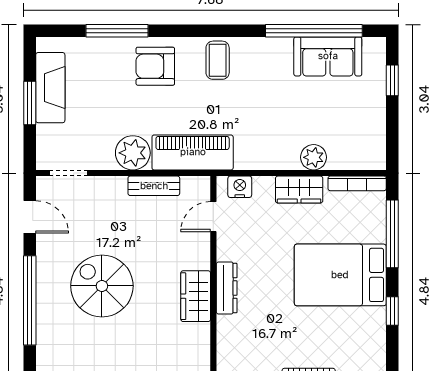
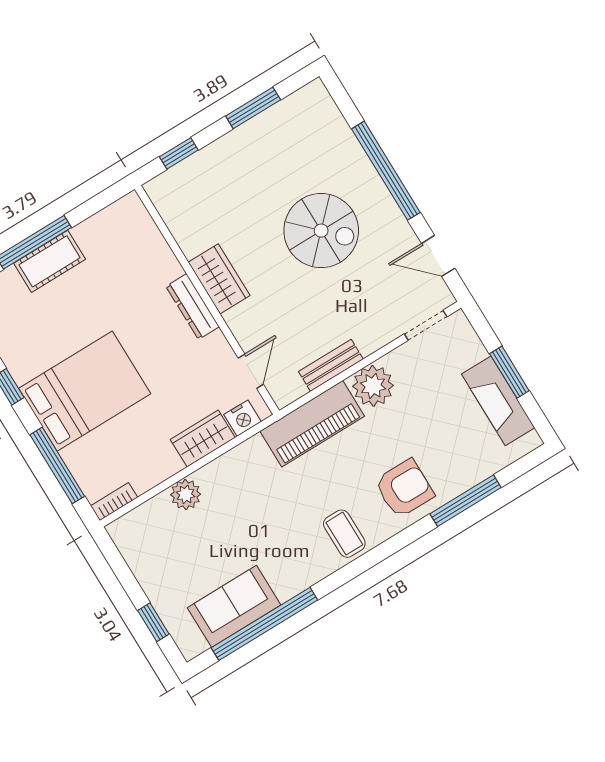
bookcase: (357, 183) -> (114, 502), width x0.64
wardrobe: (299, 190) -> (203, 439), moved

